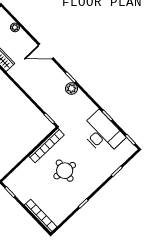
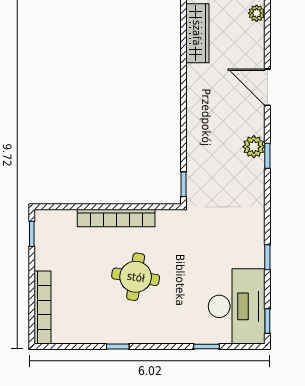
plant: (72, 88) -> (254, 147), moved
desk: (102, 133) -> (237, 306), moved
bookcase: (47, 145) -> (116, 218), moved

